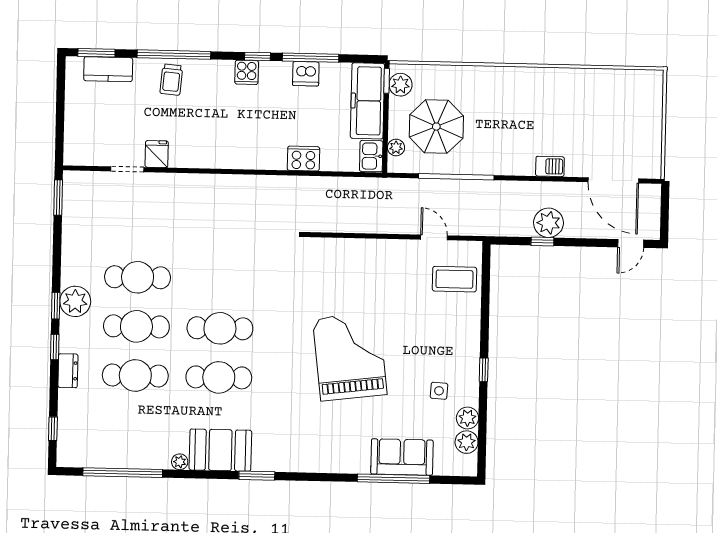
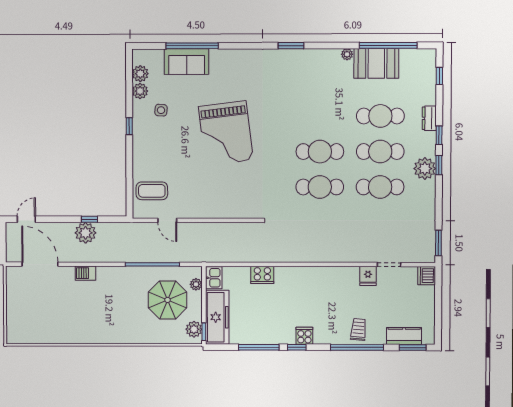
dishwasher: (306, 74) -> (427, 276), moved, turned -90
cafe table: (219, 377) -> (320, 187), moved
booth: (220, 450) -> (376, 63), moved

